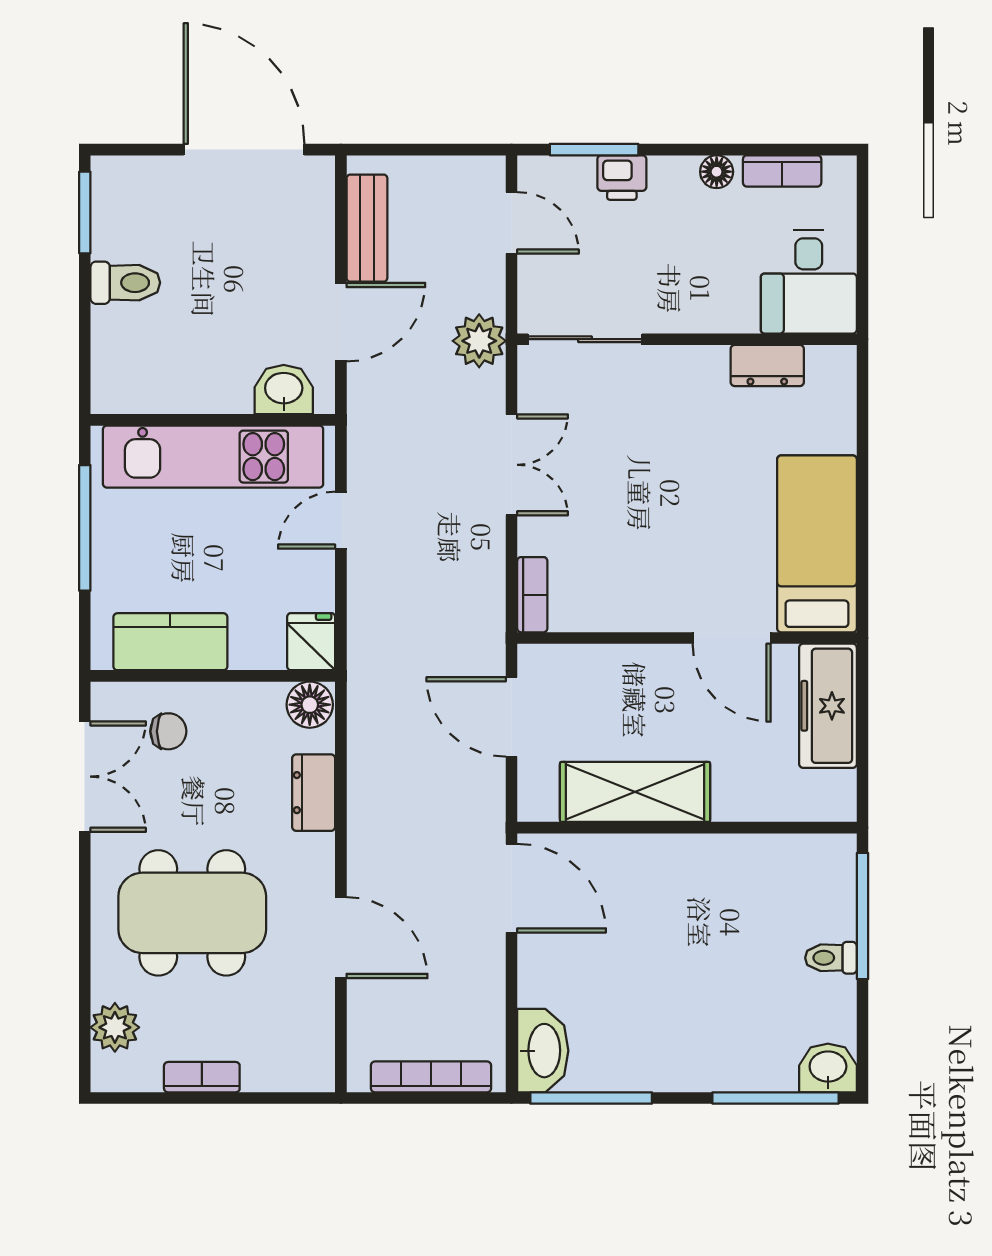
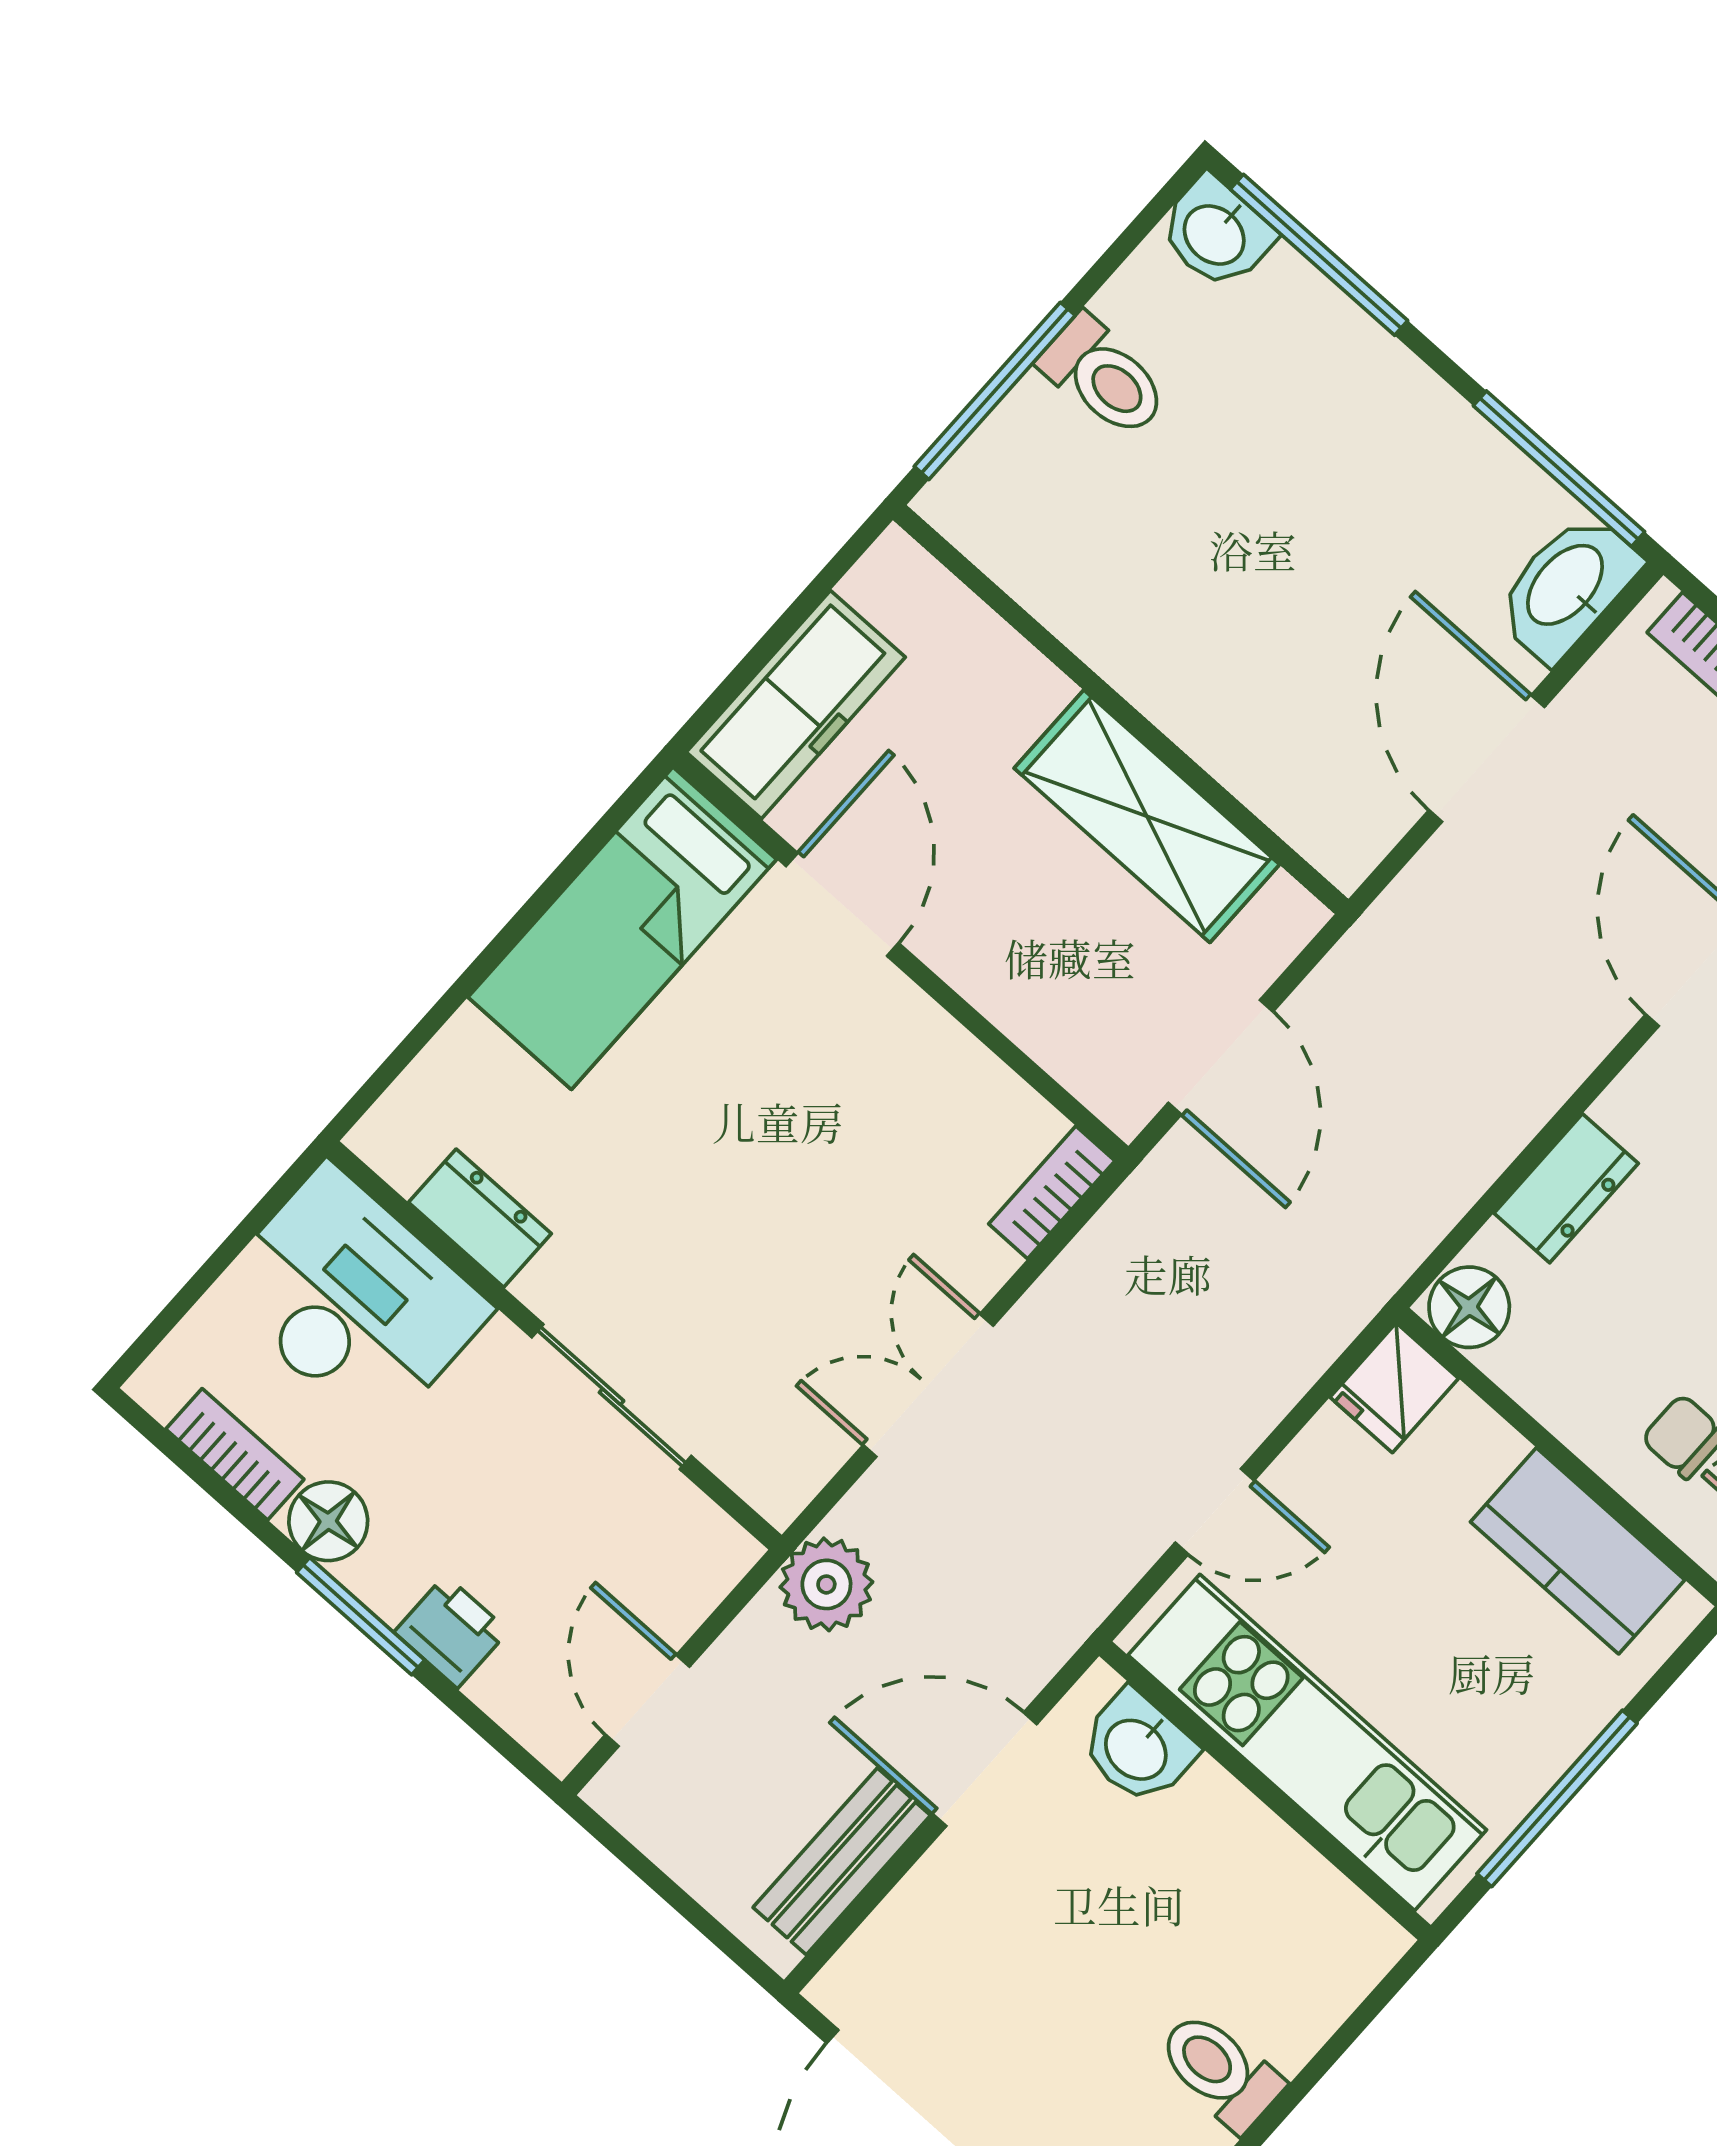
window: (594, 150) -> (361, 1616), moved
floor lamp: (717, 172) -> (328, 1521), width x1.37, depth x1.37
desk: (809, 282) -> (352, 1300), width x1.37
sliding door: (585, 339) -> (612, 1397), moved
door: (512, 888) -> (1487, 759), moved
toilet: (831, 958) -> (1104, 377), width x1.37, depth x1.39

